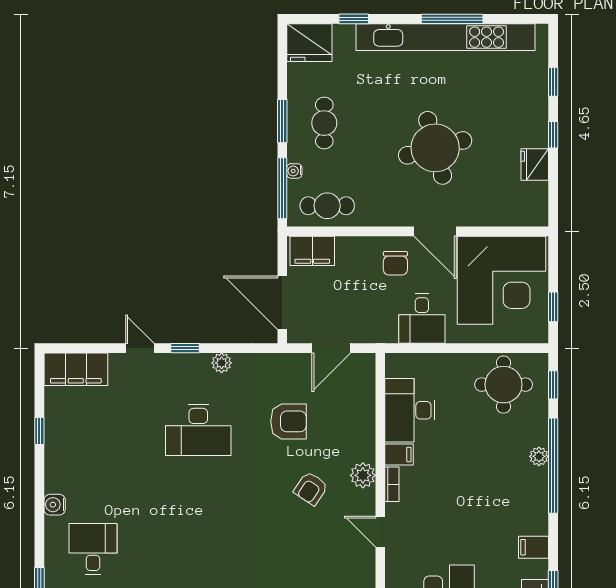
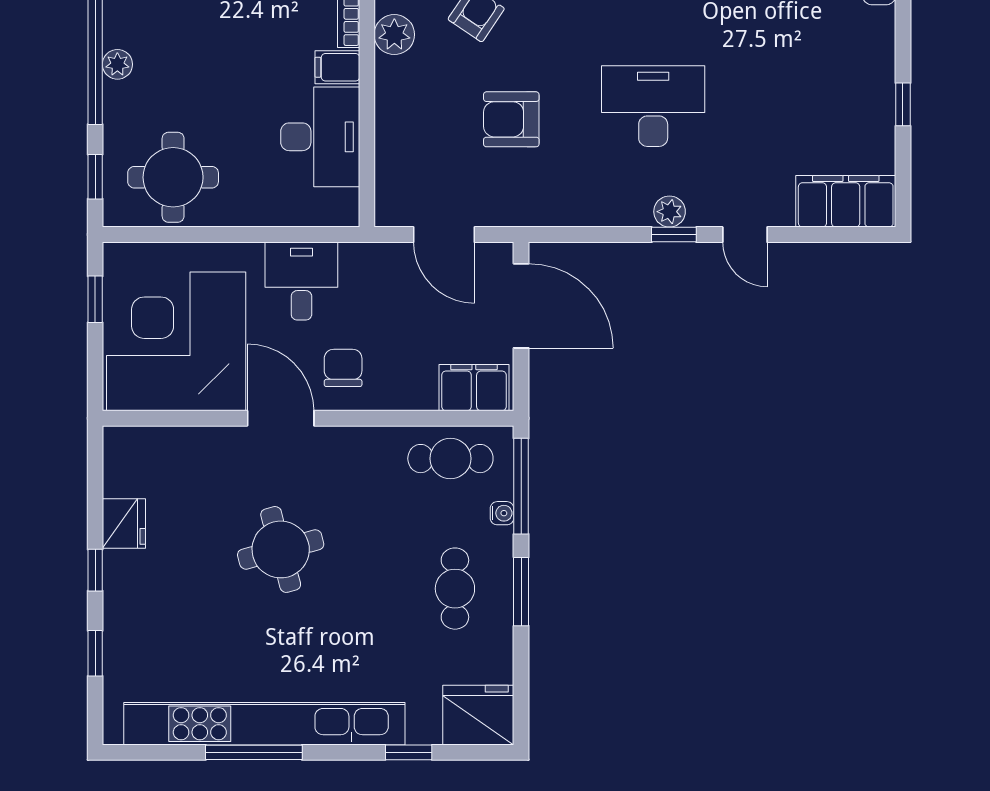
round table: (435, 148) -> (281, 549), width x0.73, depth x0.73
door: (331, 348) -> (444, 235), swing flipped
plant: (222, 363) -> (670, 212), moved

